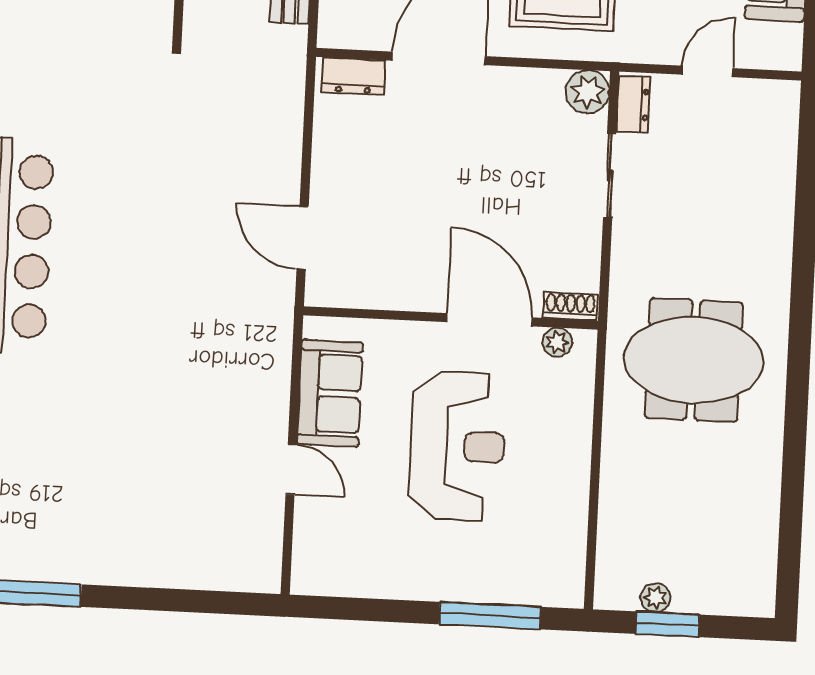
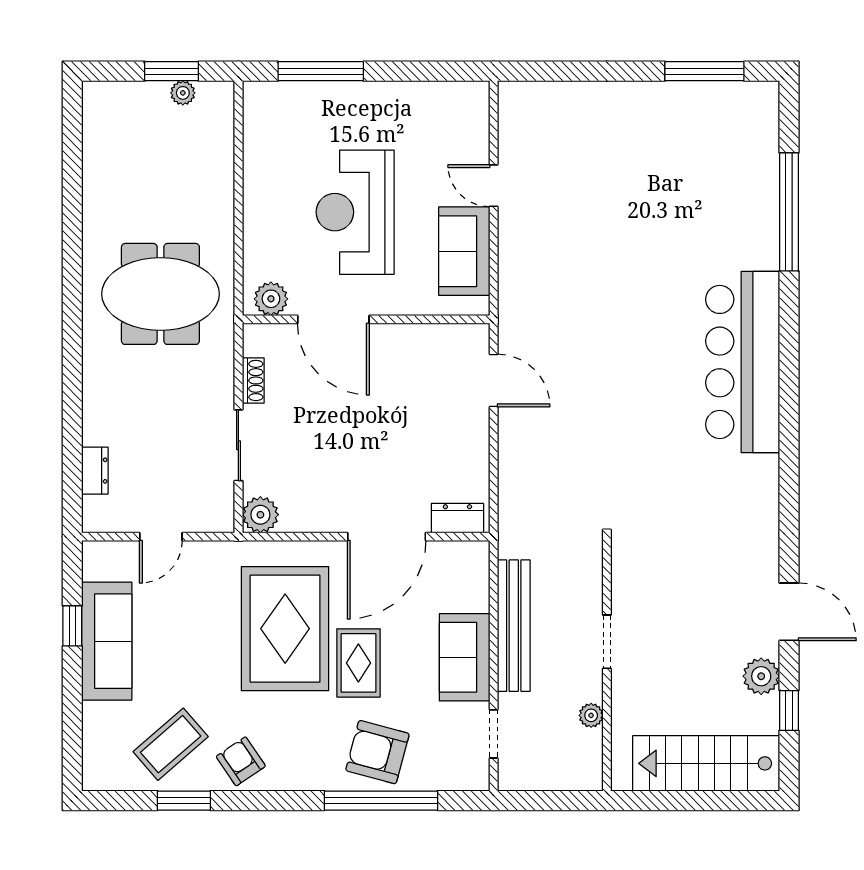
dresser: (633, 104) -> (95, 471), moved, turned 180
shoe rack: (571, 306) -> (253, 380), moved, turned -90
plant: (557, 342) -> (271, 299), width x1.38, depth x1.38

